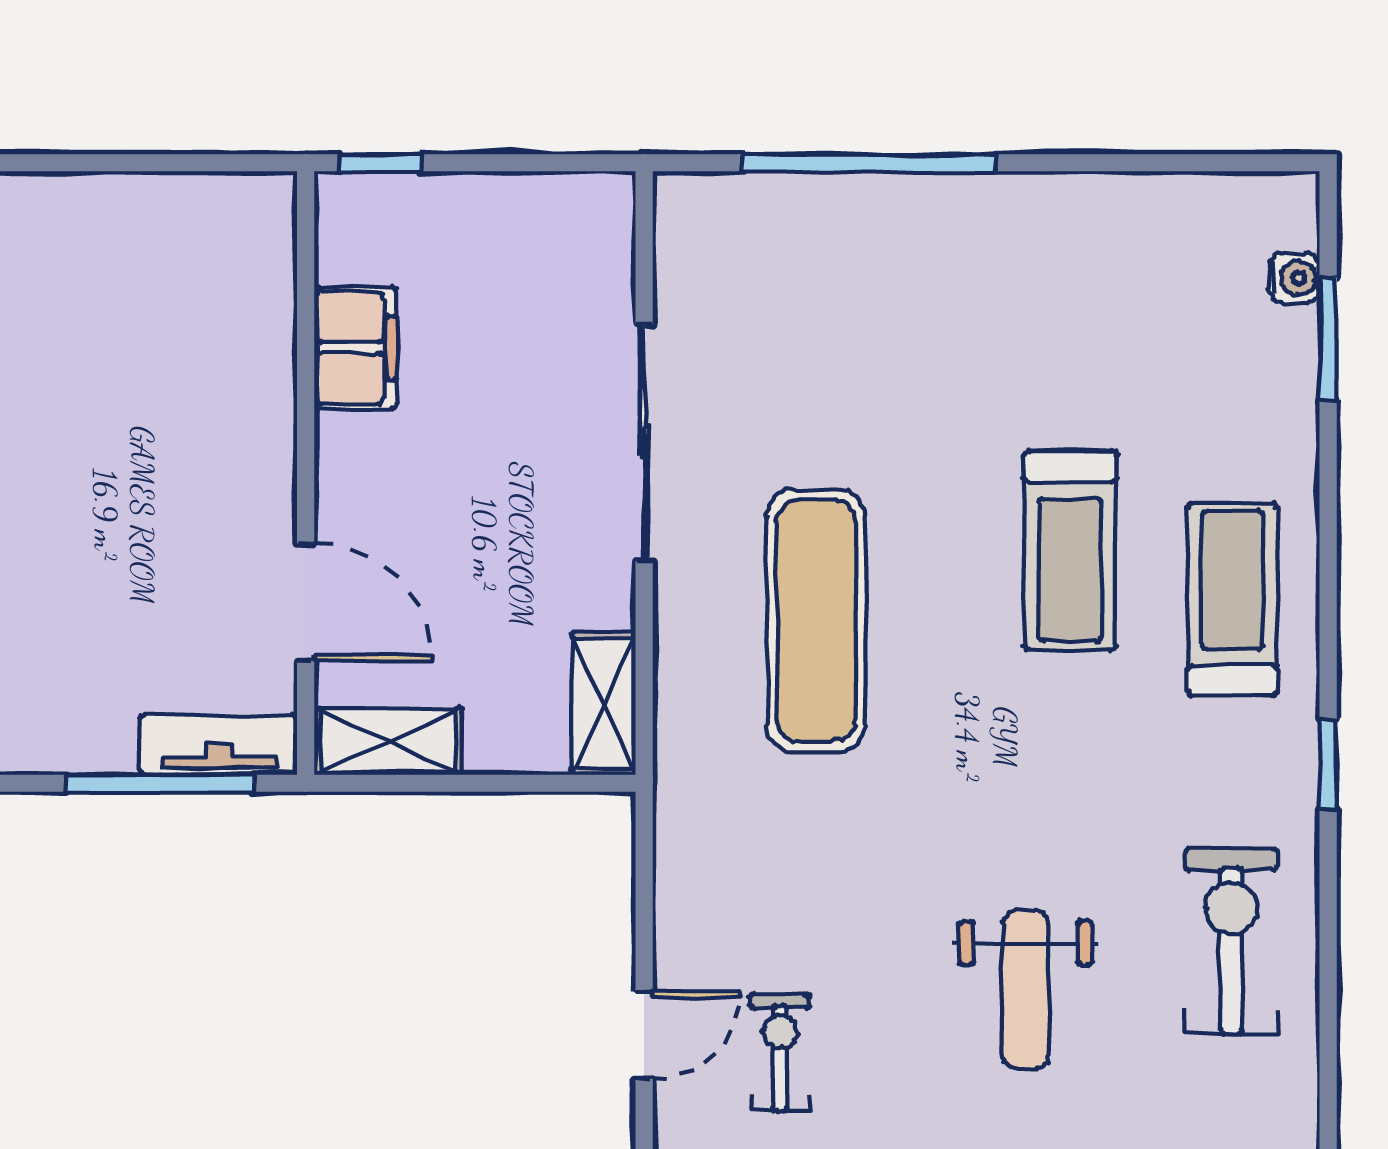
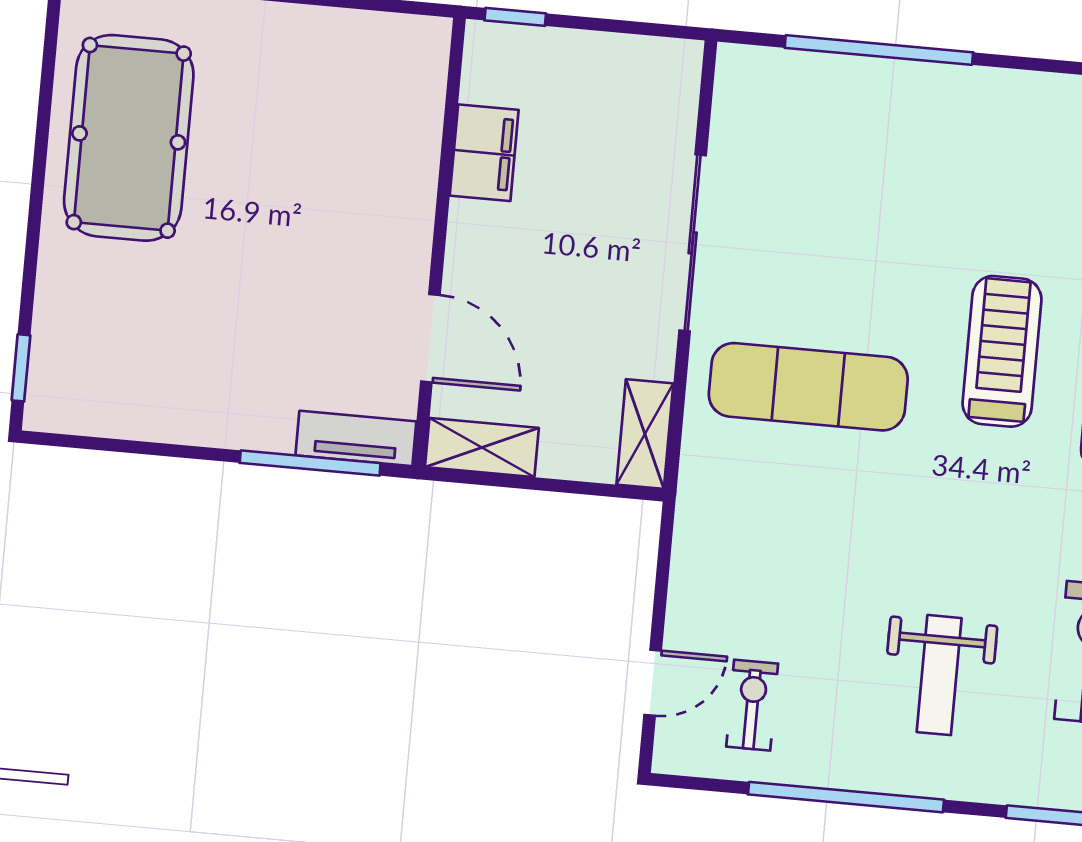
treadmill: (1070, 550) -> (1002, 351), turned 180
exercise mat: (816, 621) -> (808, 387), turned 90

